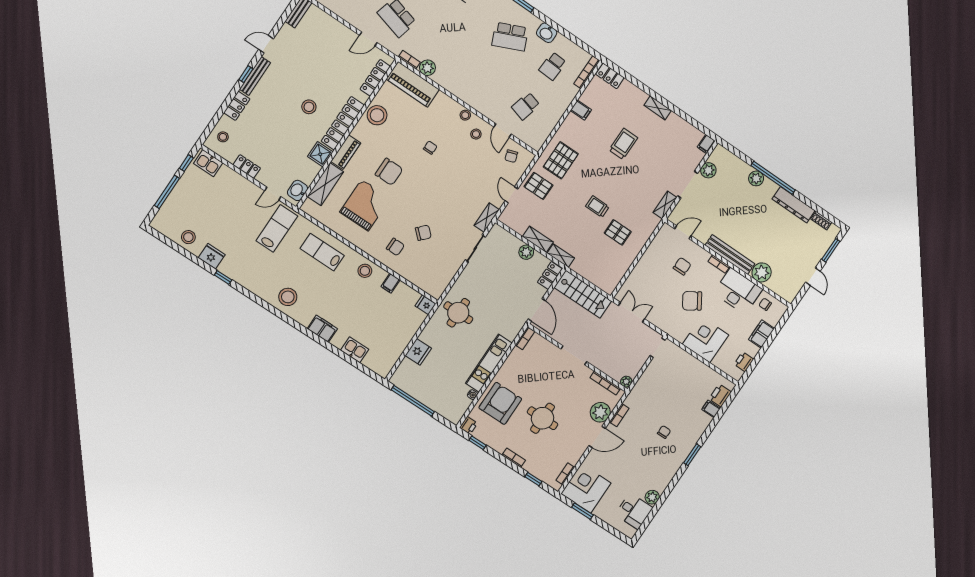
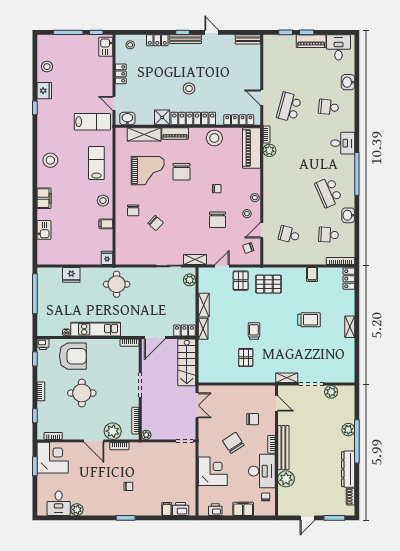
filing cabinet: (706, 144) -> (348, 378), removed
chair: (462, 168) -> (217, 220), added
plant: (526, 252) -> (190, 280), moved

